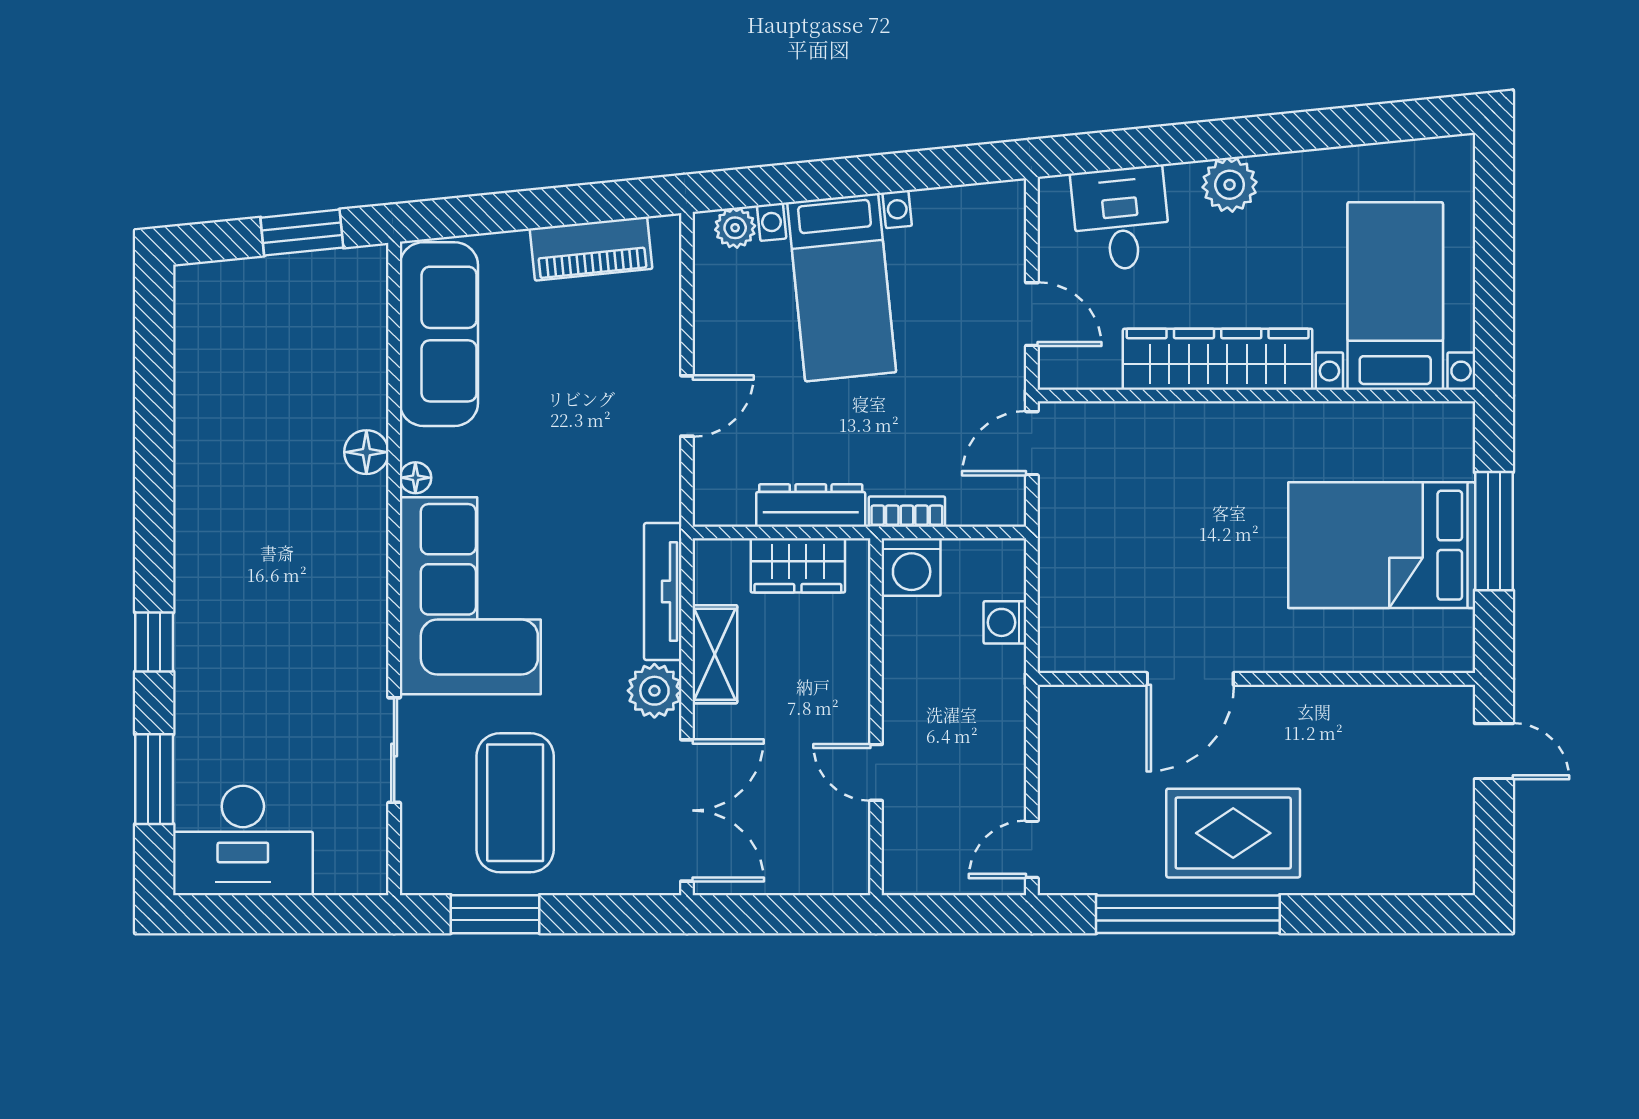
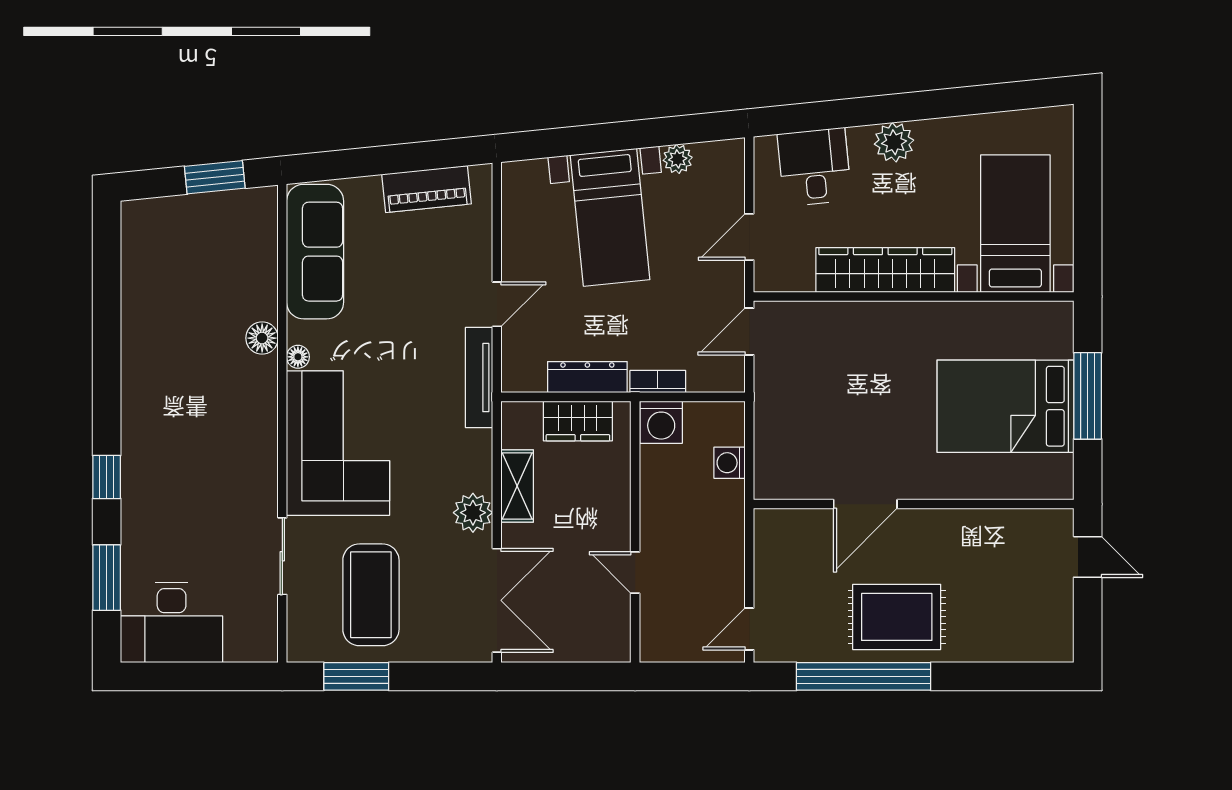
plant: (735, 228) -> (678, 159), moved
door: (1032, 314) -> (749, 237), swing flipped
tv unit: (663, 592) -> (479, 378), moved

